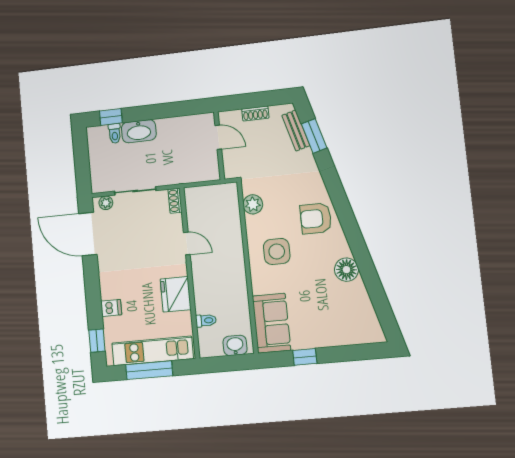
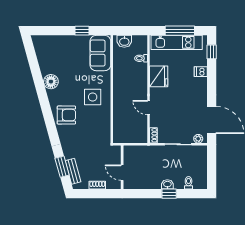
window: (111, 117) -> (169, 194), moved
washbasin: (139, 131) -> (167, 184), width x0.52, depth x0.69
plant: (253, 204) -> (105, 128), removed

